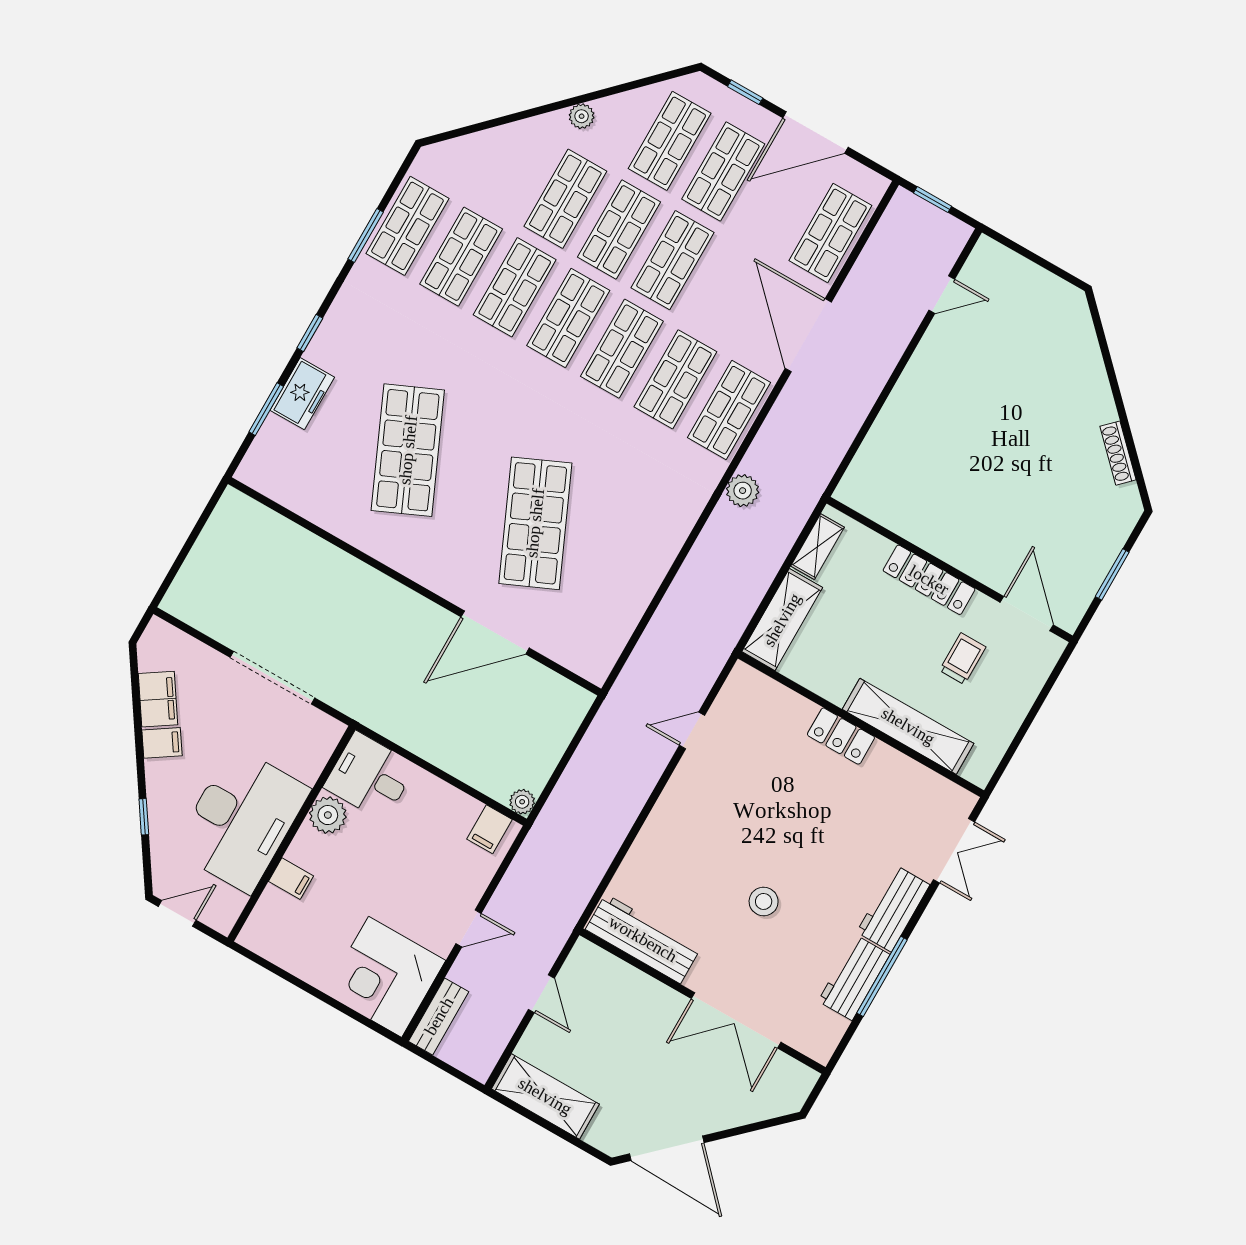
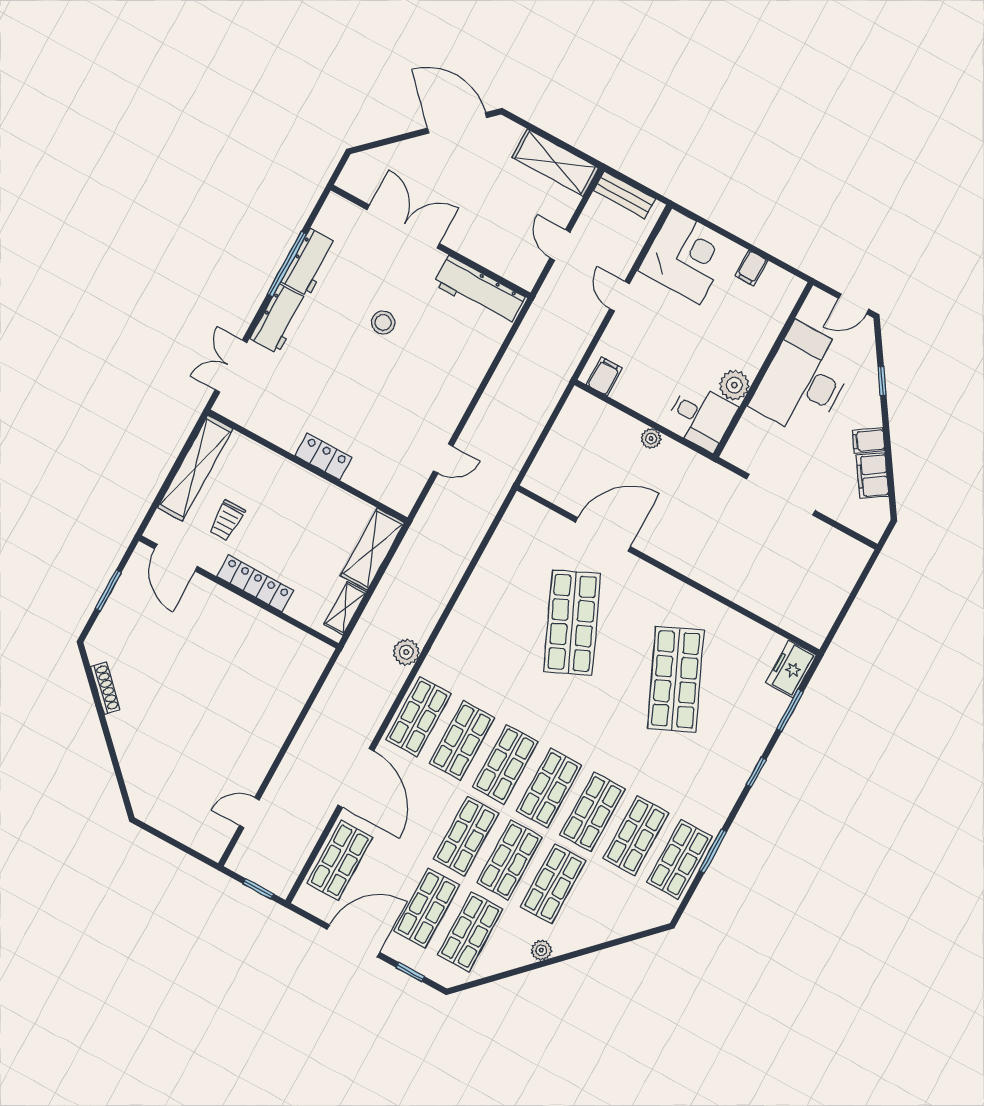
freezer: (302, 394) -> (791, 669), moved
shelving: (908, 726) -> (195, 468), moved, turned 90
plant: (522, 802) -> (651, 439), moved
filing cabinet: (291, 879) -> (751, 268), moved, turned -90
door: (469, 928) -> (620, 296), hinge flipped
bench: (439, 1016) -> (625, 195), moved, turned 90

